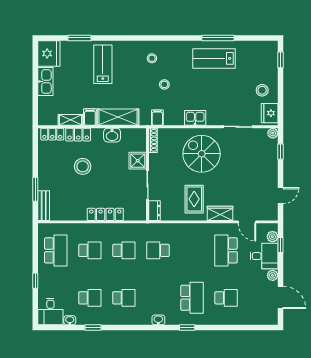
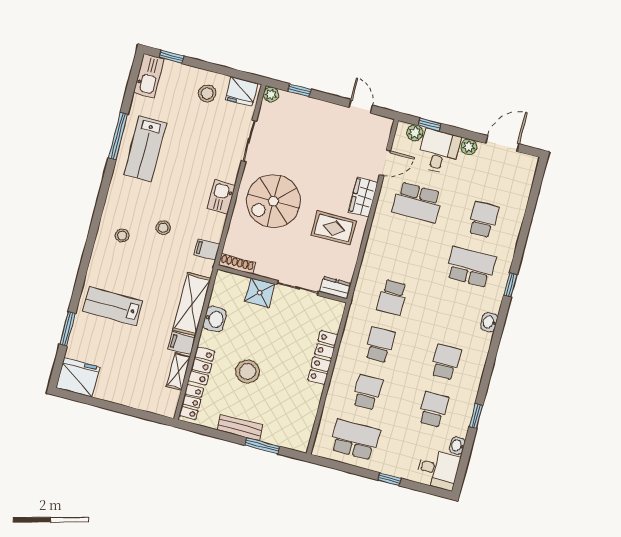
kitchen sink: (45, 82) -> (149, 76), moved, turned 90
bench: (44, 206) -> (240, 427), moved

